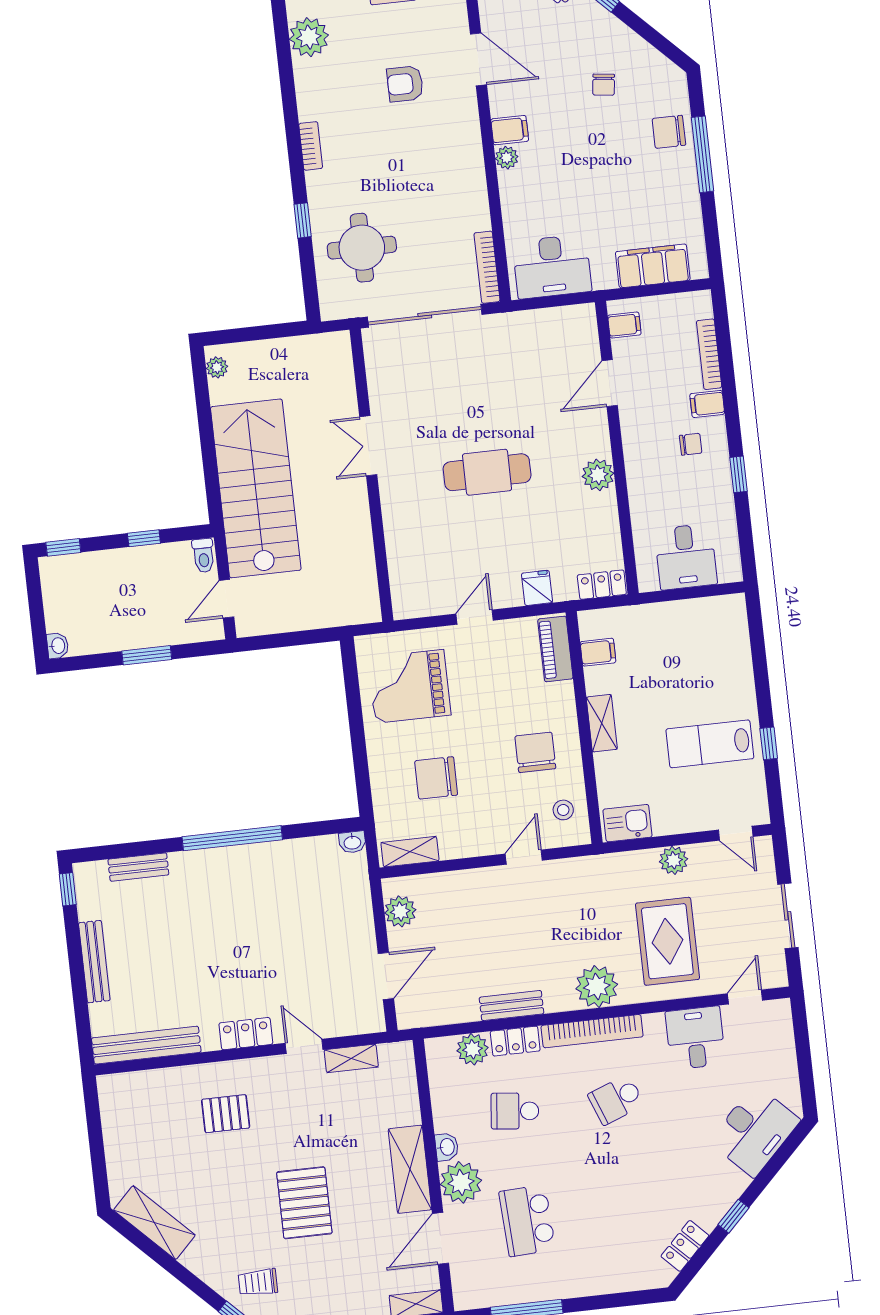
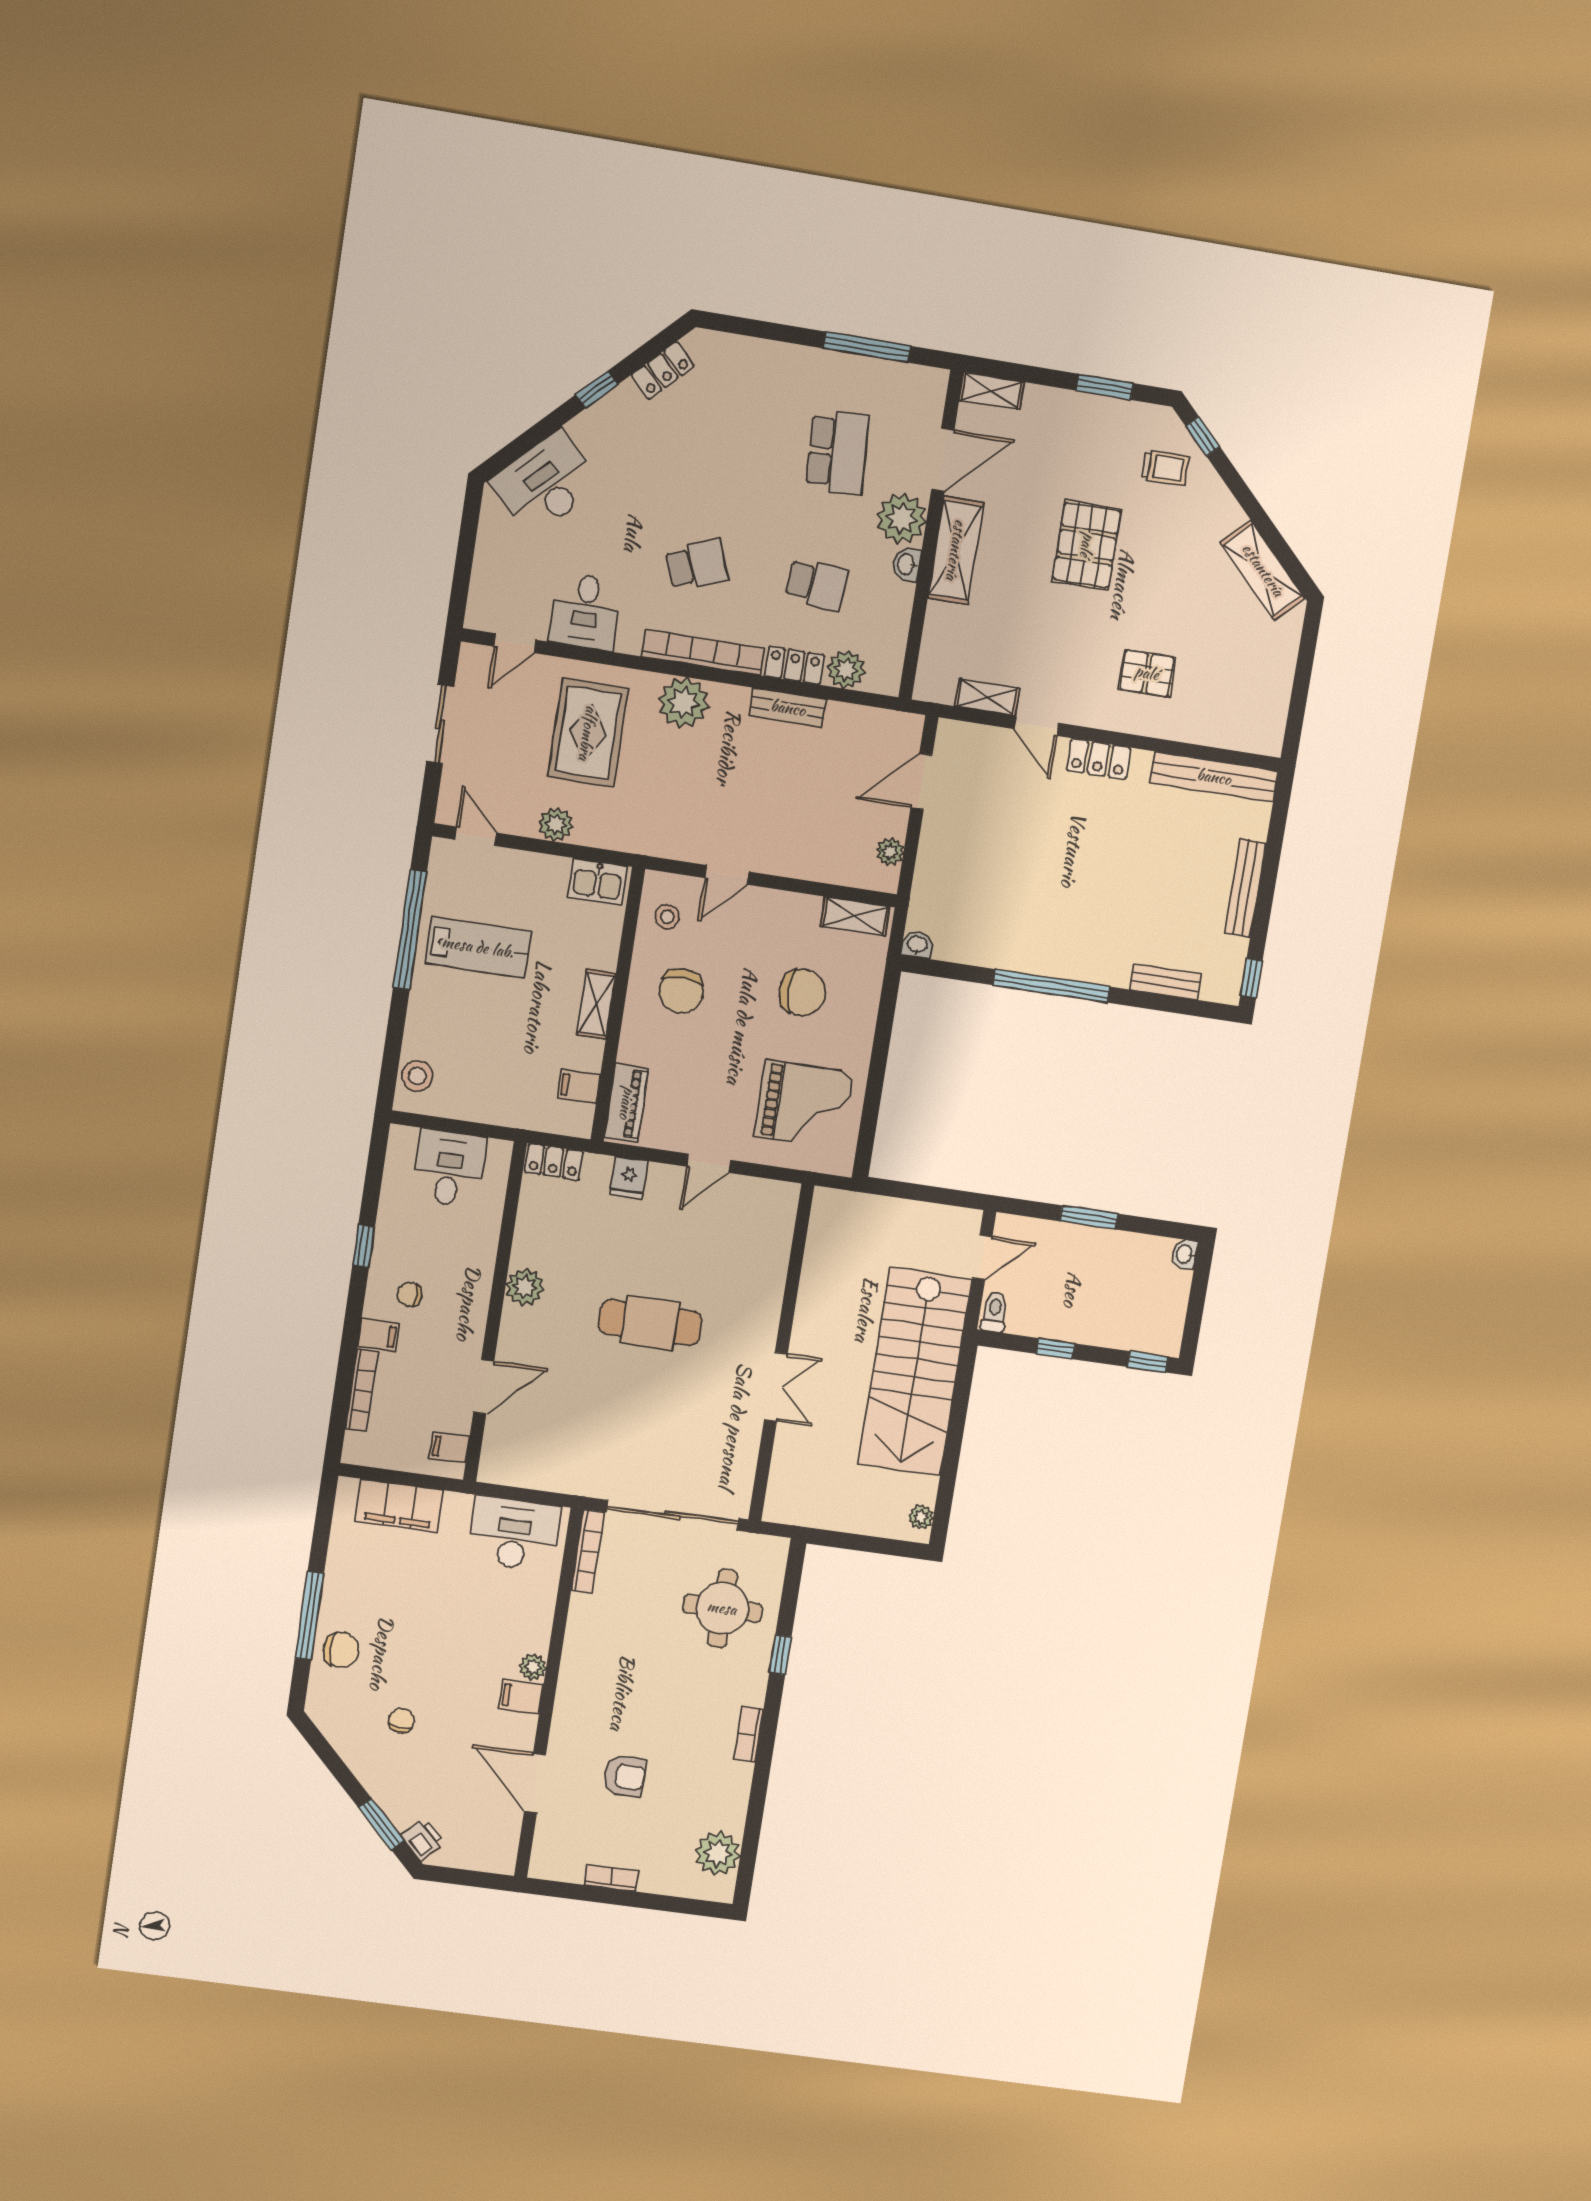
stool: (731, 626) -> (417, 1076), added
window: (769, 743) -> (410, 930), width x3.17
plant: (400, 911) -> (890, 852), width x0.73, depth x0.73

